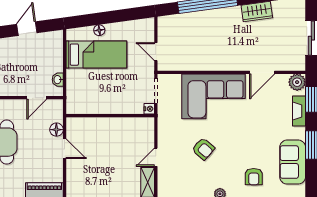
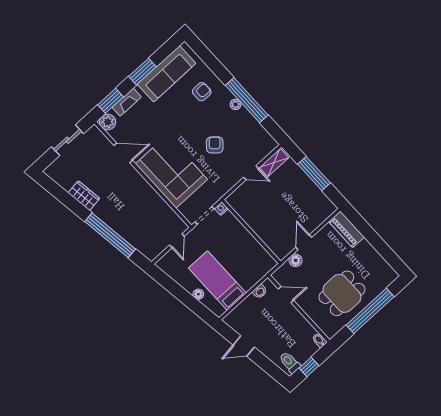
sofa: (293, 162) -> (167, 74), width x1.36

